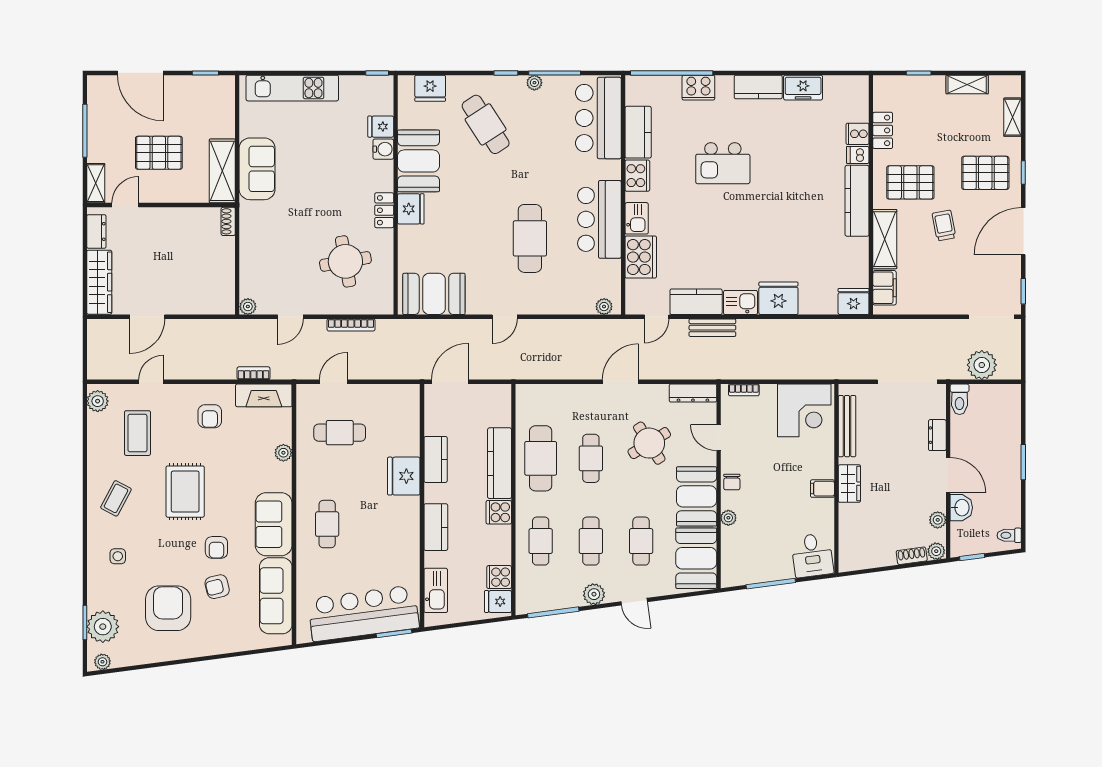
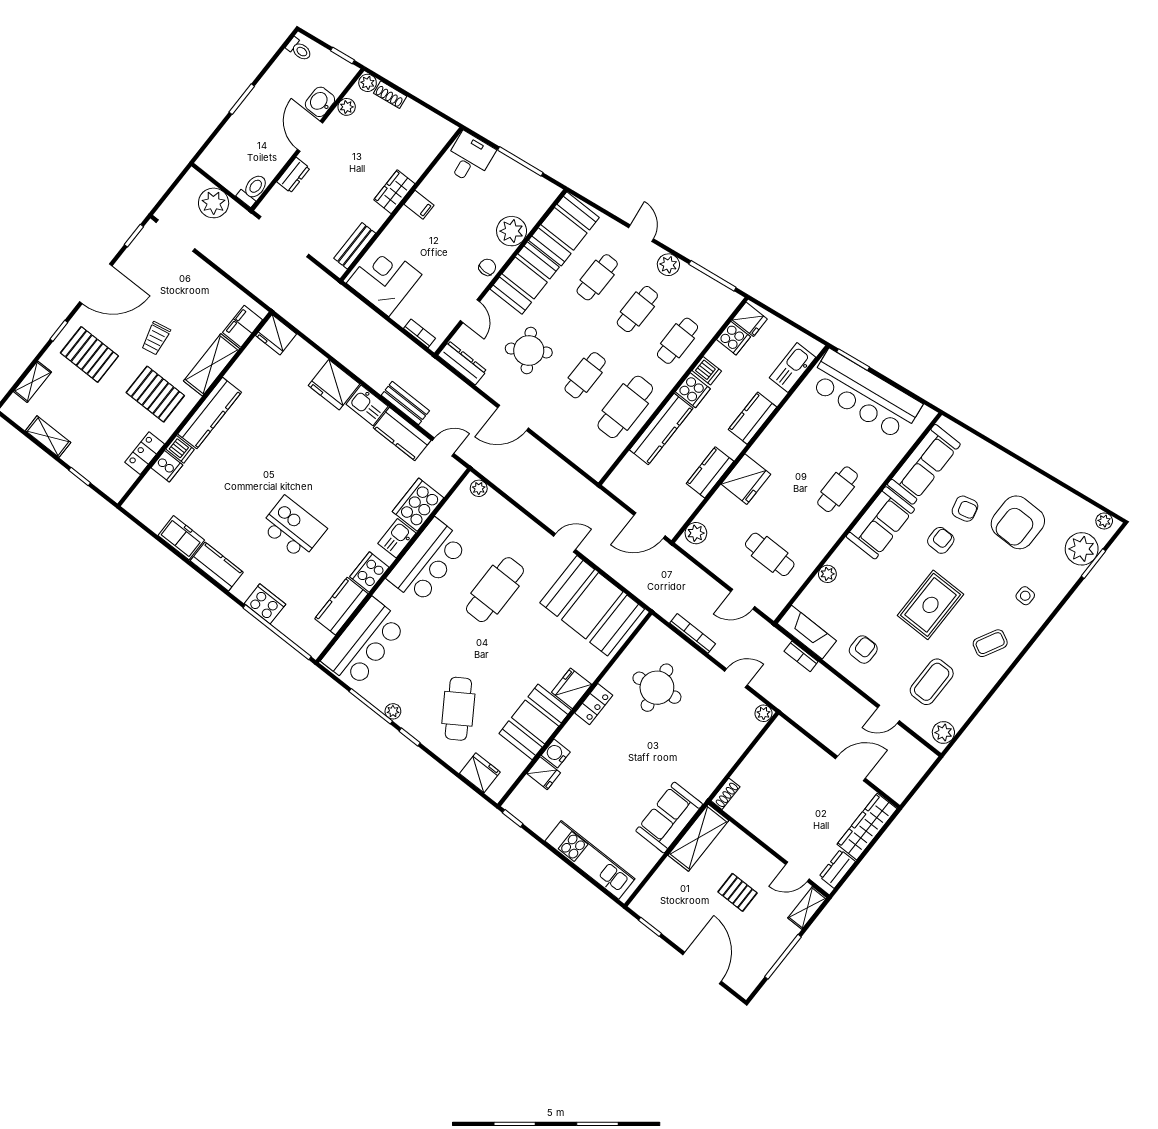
pallet: (159, 153) -> (738, 892), width x0.67, depth x0.71
booth: (434, 294) -> (592, 606), width x1.36, depth x1.42
plant: (409, 404) -> (696, 533), added
bench: (847, 426) -> (355, 246), width x0.73
plant: (728, 518) -> (512, 231), width x1.88, depth x1.88
dishwasher: (500, 536) -> (707, 371), added

